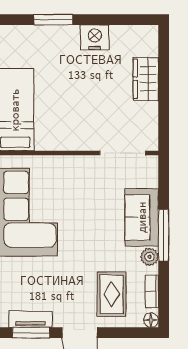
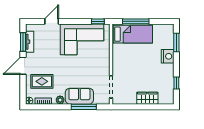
window: (53, 20) -> (176, 43), moved
window: (115, 20) -> (176, 83), added
nightstand: (95, 37) -> (168, 56), moved
window: (164, 235) -> (84, 107), moved

